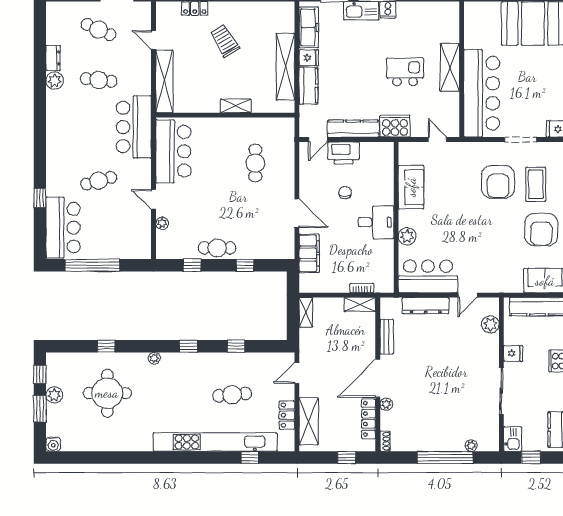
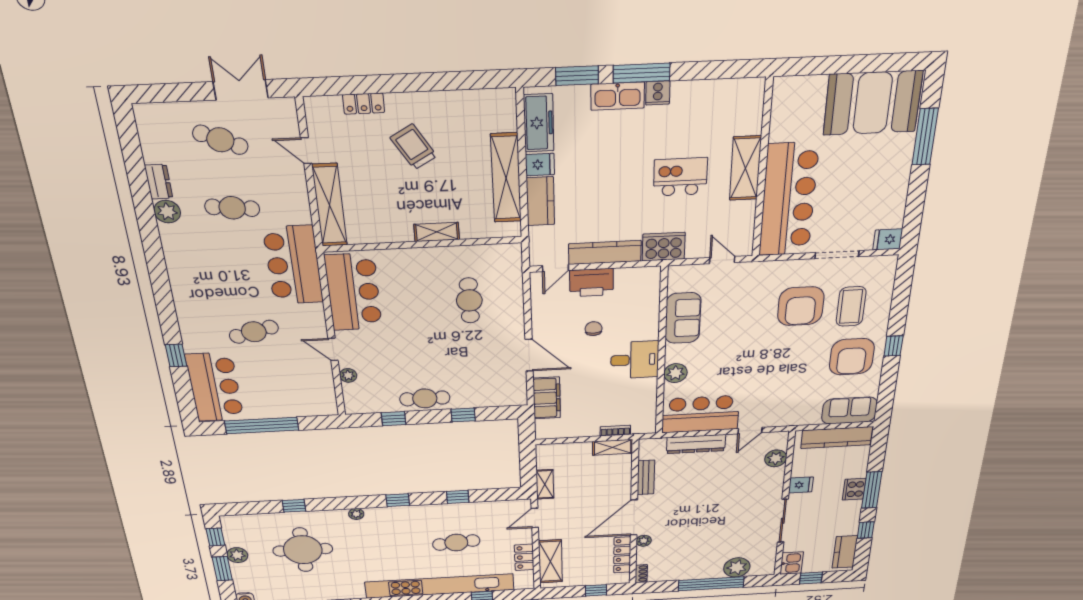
shelving: (306, 312) -> (545, 484), moved
plant: (471, 445) -> (737, 567), width x1.88, depth x1.88

